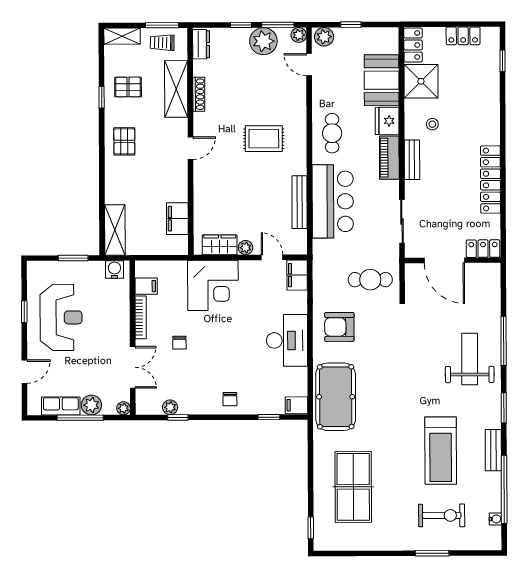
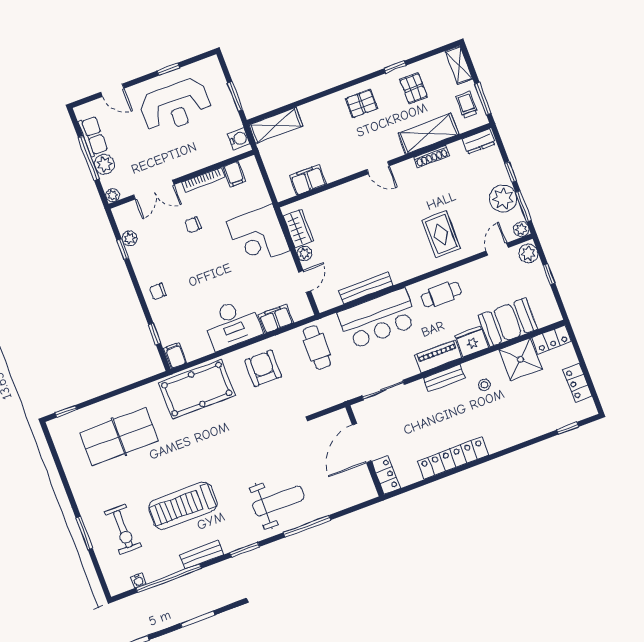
rug: (264, 139) -> (441, 234), moved
filing cabinet: (297, 275) -> (276, 319), moved
cafe table: (370, 280) -> (317, 348), moved

